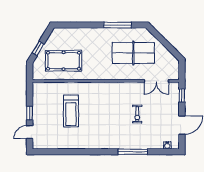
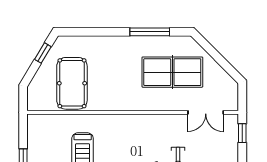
window: (38, 48) -> (43, 53), moved
pool table: (64, 61) -> (72, 83), turned 90

